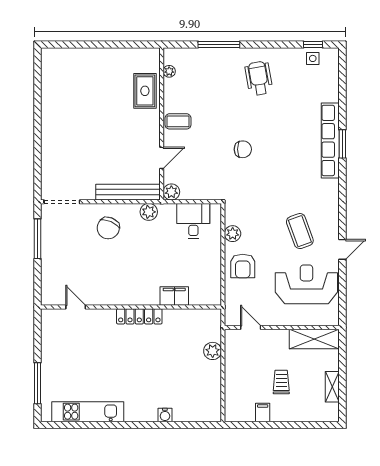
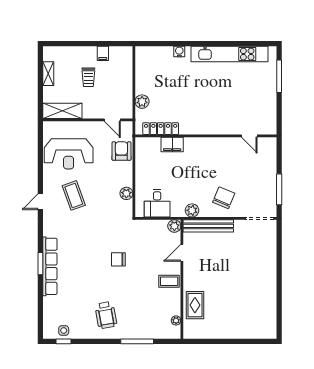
door: (342, 249) -> (40, 202), moved
armchair: (243, 266) -> (121, 151), moved
locker: (139, 316) -> (161, 129), moved
kitchen unit: (88, 412) -> (230, 54), width x1.36

